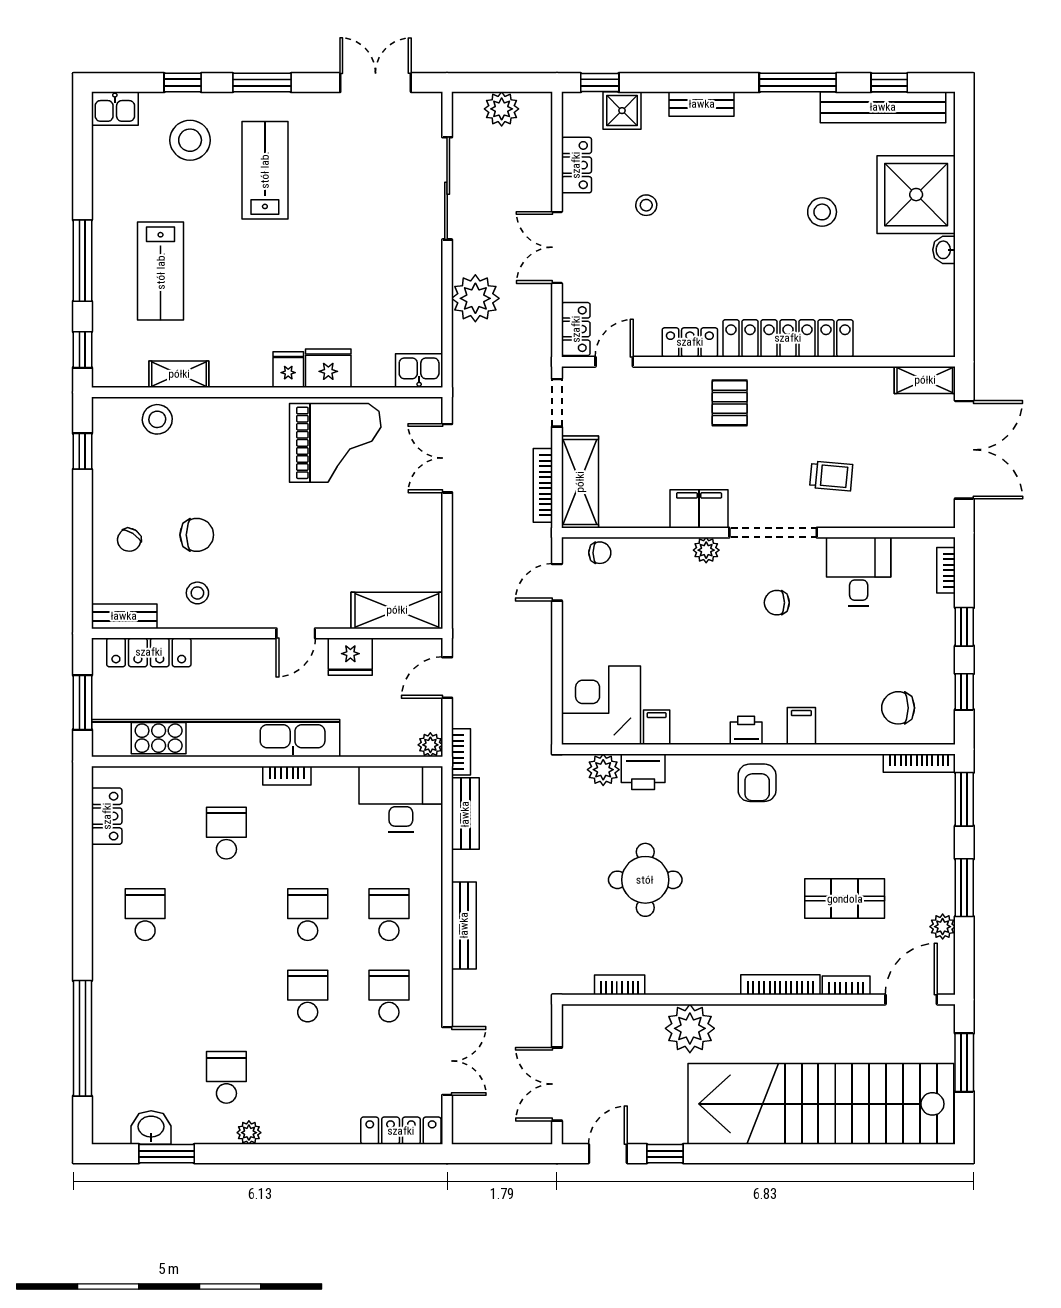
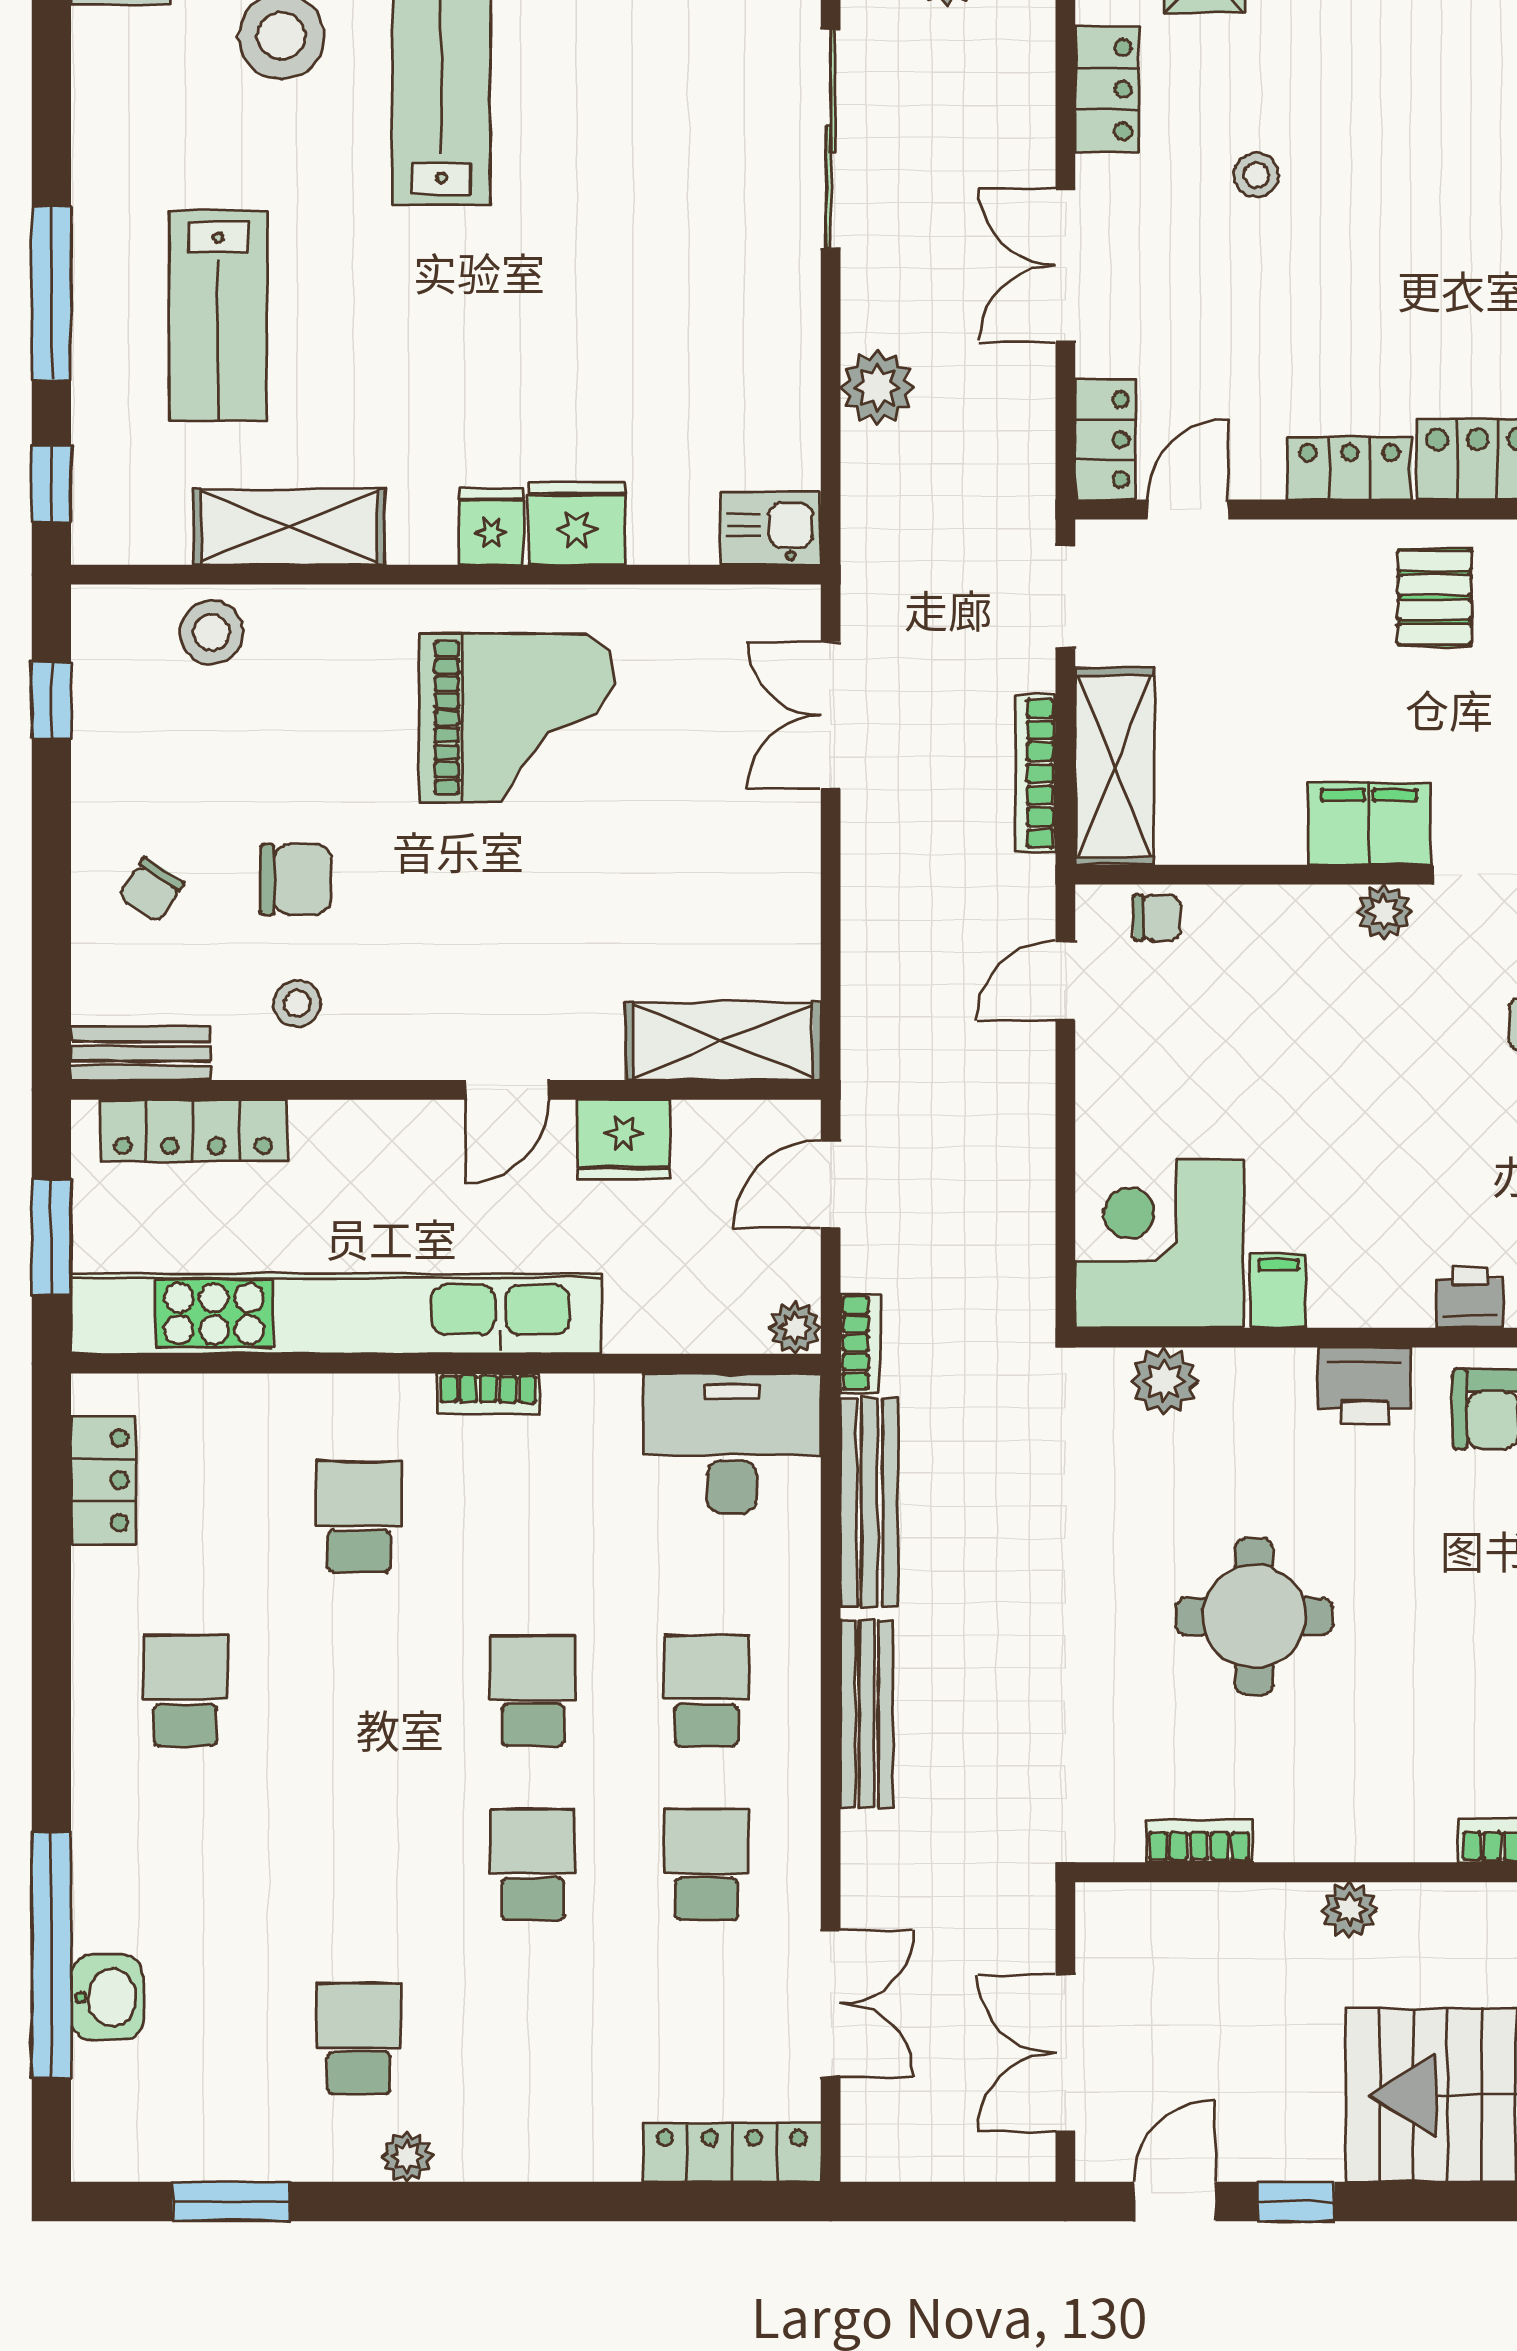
plant: (475, 298) -> (877, 387), width x0.73, depth x0.73
shelving: (179, 374) -> (289, 527), width x1.50, depth x1.33
grand piano: (335, 443) -> (517, 718), moved
printer: (643, 772) -> (1364, 1386), moved
bench: (465, 814) -> (870, 1503), width x1.36
plant: (690, 1028) -> (1349, 1910), width x0.53, depth x0.53
washbasin: (151, 1128) -> (107, 1998), moved, turned 90

